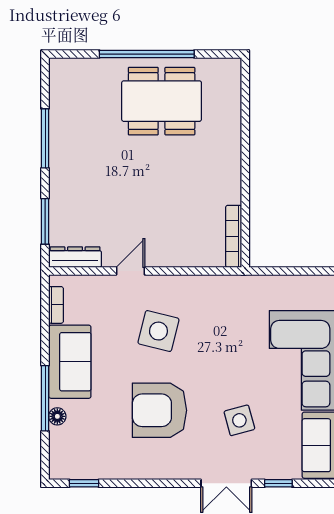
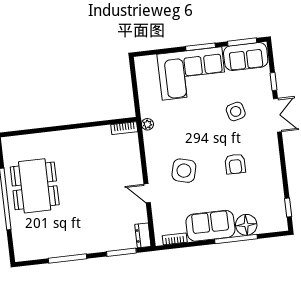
bookcase: (234, 236) -> (124, 128), width x0.64
dresser: (75, 257) -> (143, 235), width x0.70
plant: (235, 284) -> (147, 124), added
armchair: (160, 410) -> (235, 164), width x0.53, depth x0.53
floor lamp: (57, 416) -> (246, 225), width x1.89, depth x1.89

